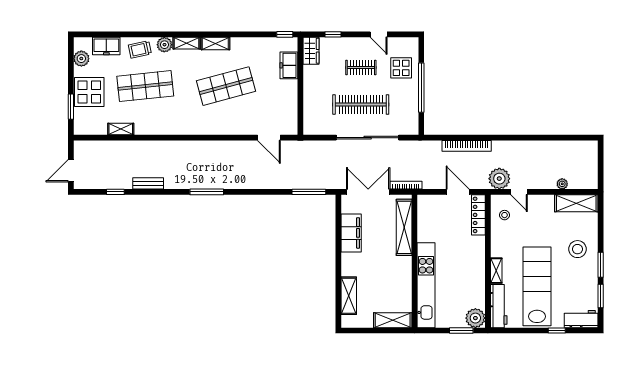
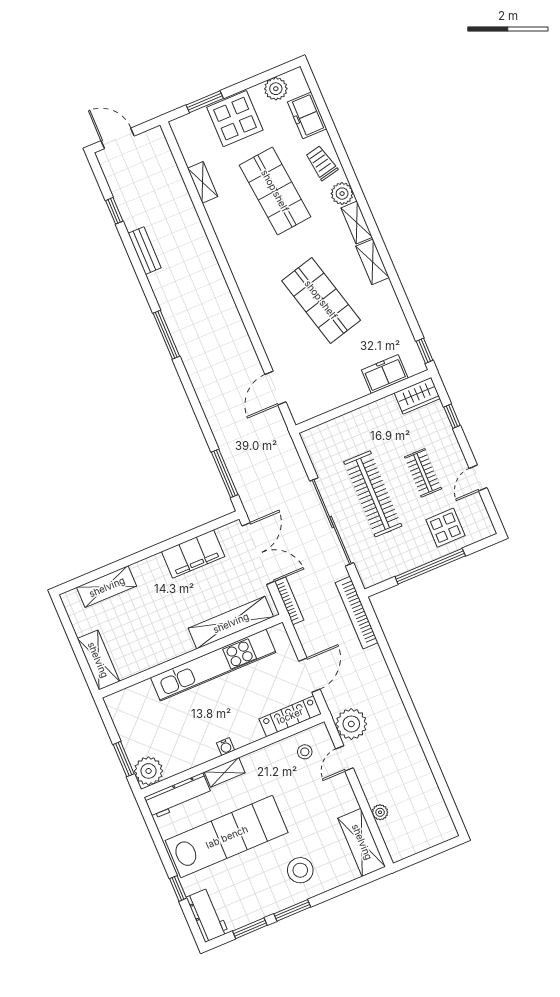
bookcase: (467, 146) -> (357, 613), moved
water cooler: (480, 263) -> (226, 747), added
kitchen unit: (426, 285) -> (213, 665), moved

